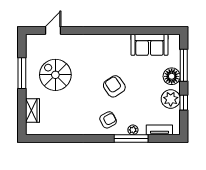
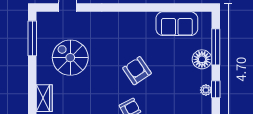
window: (22, 73) -> (32, 38), moved
plant: (171, 99) -> (206, 90), width x0.53, depth x0.53

